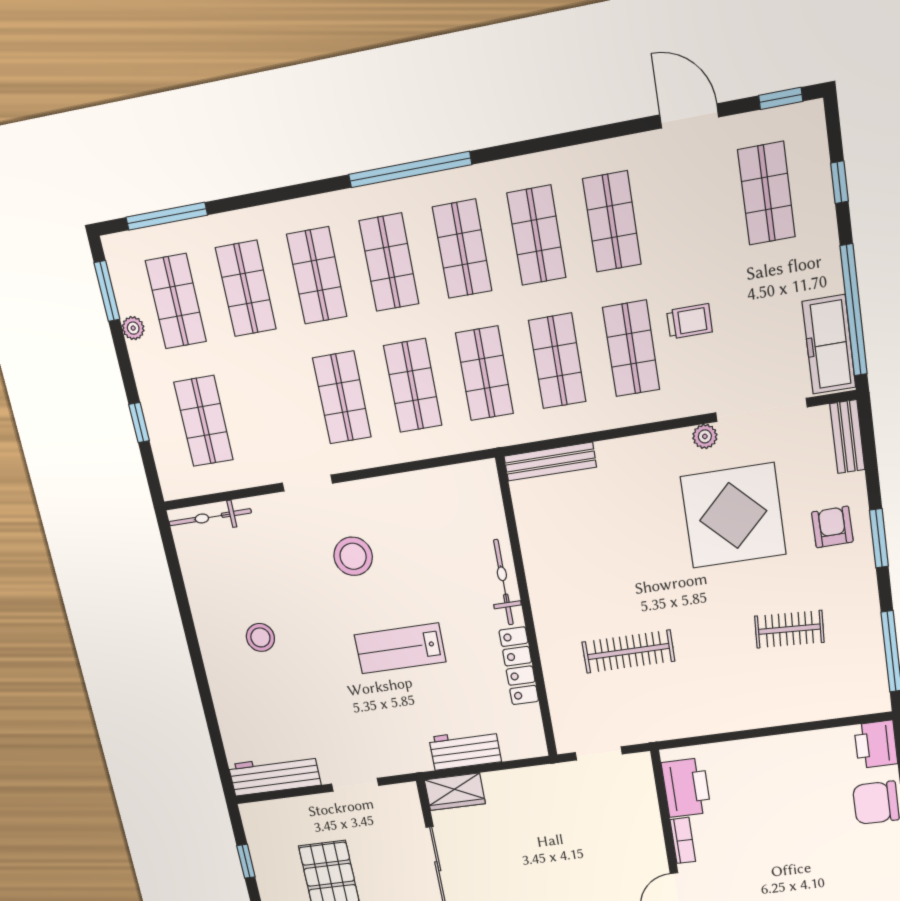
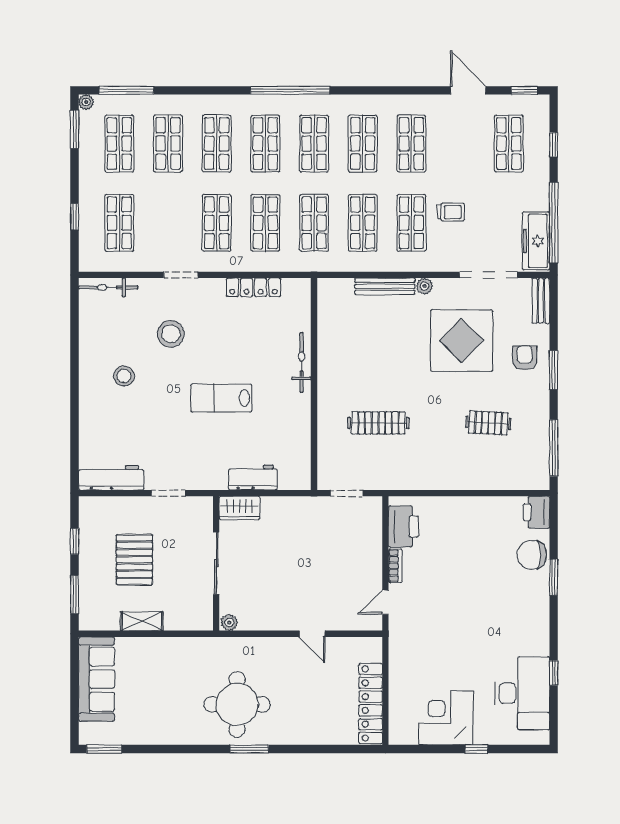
plant: (133, 328) -> (86, 102), moved
plant: (705, 436) -> (425, 286), moved
bench: (550, 462) -> (385, 286), moved
stool: (353, 556) -> (171, 334), moved
locker: (519, 666) -> (254, 287), moved, turned -90

